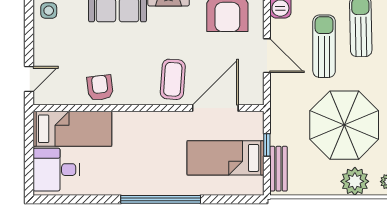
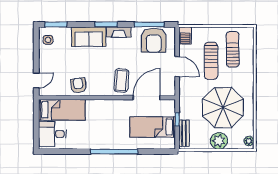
sun lounger: (324, 46) -> (211, 61), turned 180
plant: (355, 181) -> (219, 141), moved

